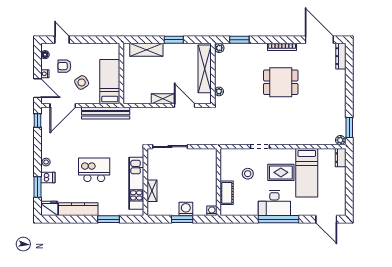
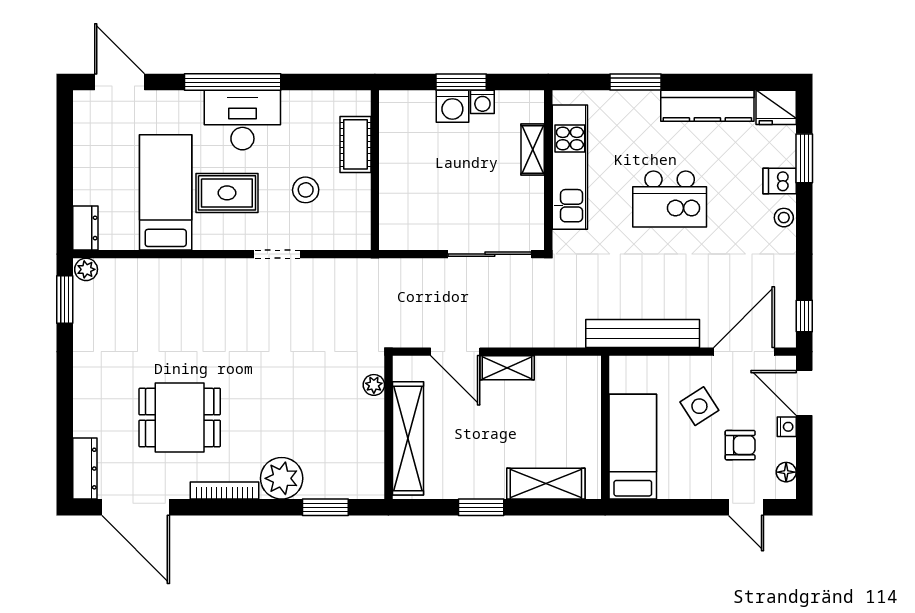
plant: (219, 48) -> (282, 478), moved, width x1.88, depth x1.88
bed: (110, 82) -> (633, 447), moved, turned 180
dining table: (281, 82) -> (180, 418), moved
washing machine: (212, 211) -> (482, 102), moved

